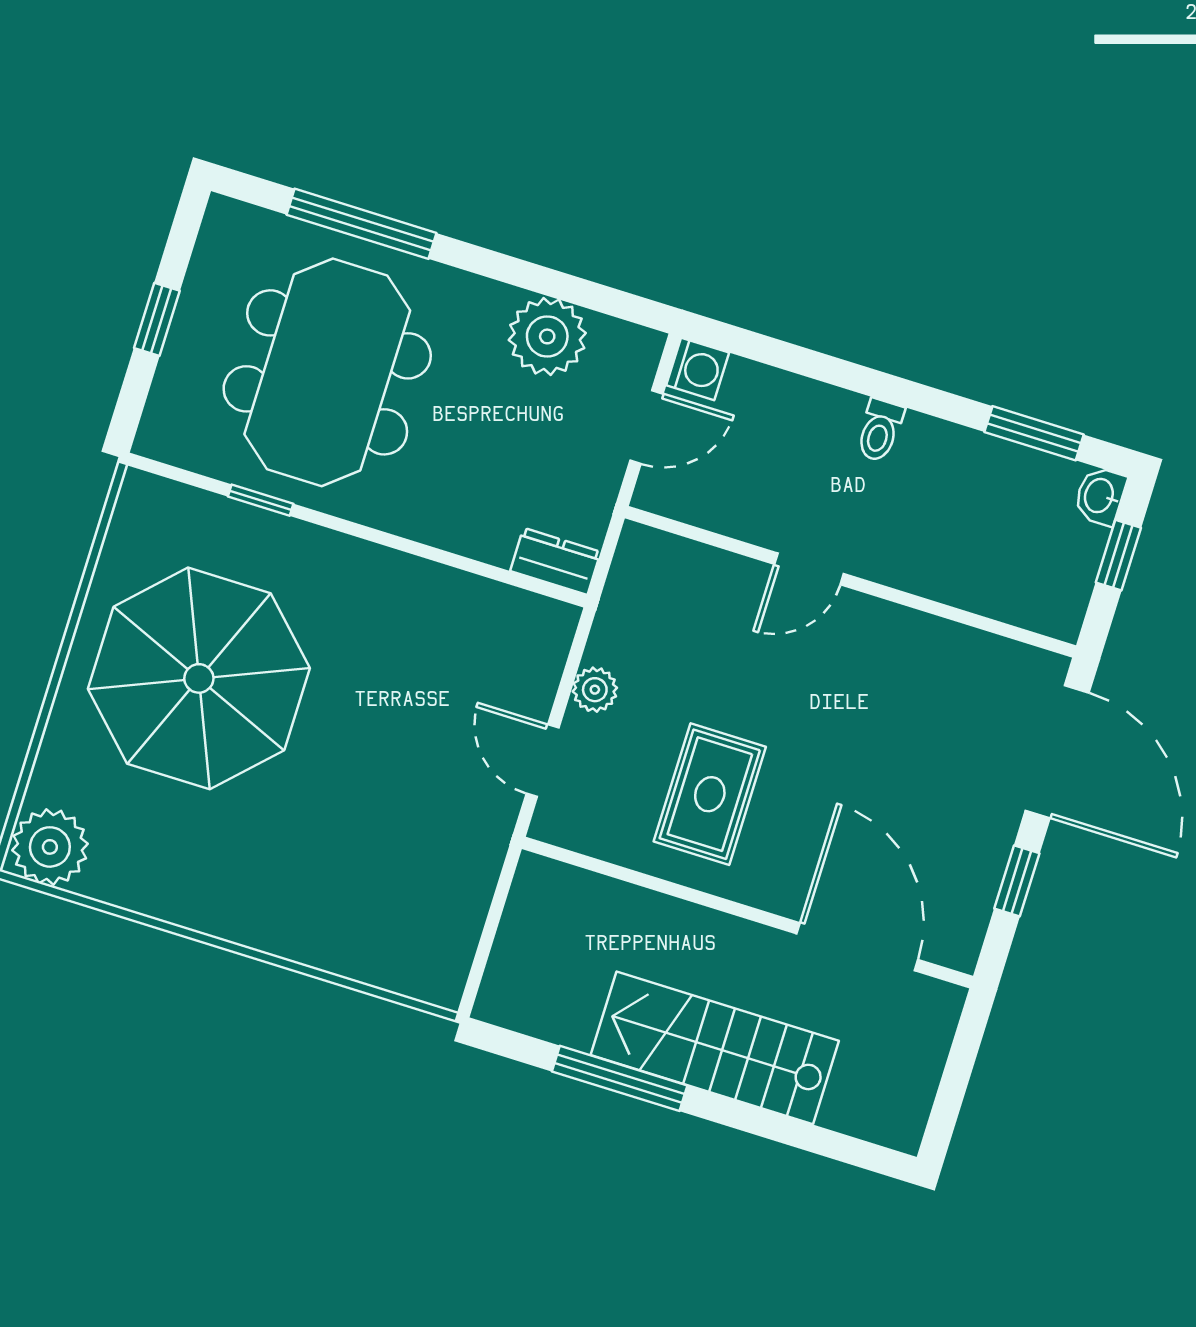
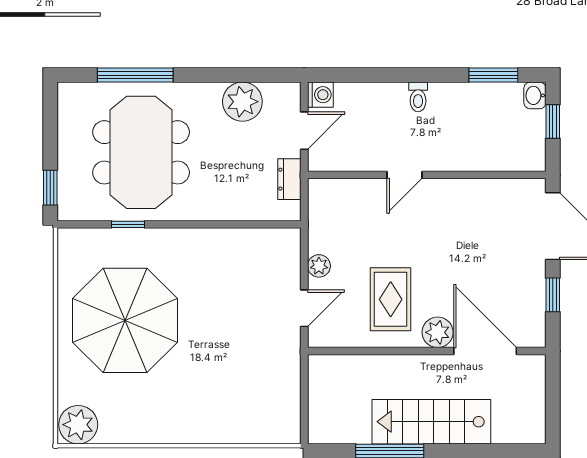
window: (157, 319) -> (50, 188), moved
dresser: (555, 561) -> (289, 179), moved, turned -90
door: (543, 761) -> (304, 308), swing flipped
plant: (779, 884) -> (438, 332), added

